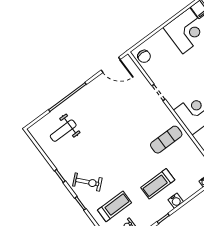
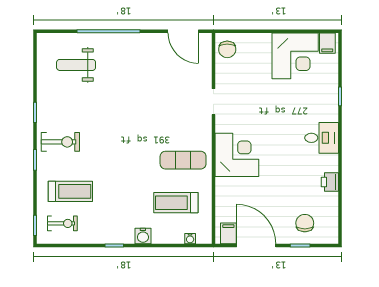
exercise bike: (87, 182) -> (60, 142), turned -48
treadmill: (158, 184) -> (176, 203), moved

